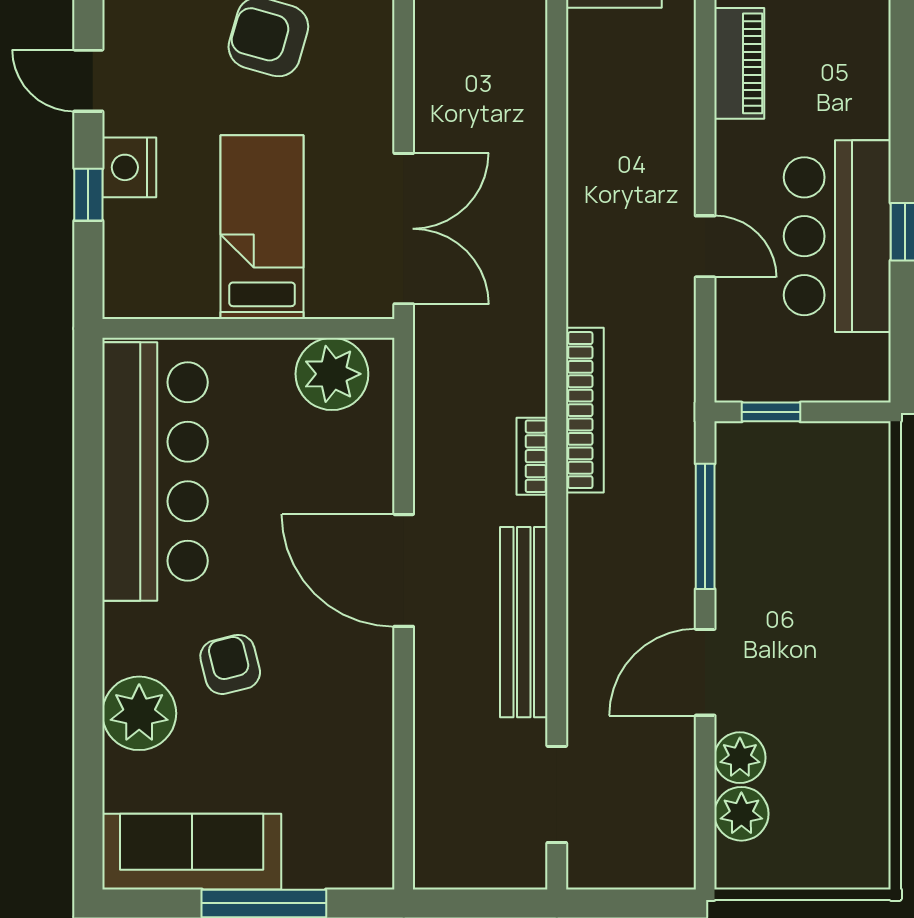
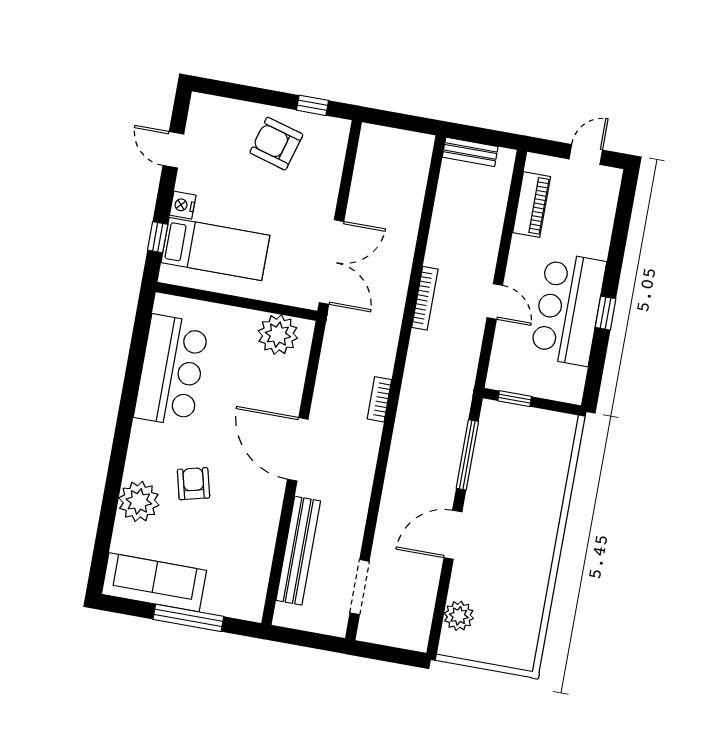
nightstand: (129, 167) -> (183, 205), width x0.74, depth x0.75
window: (88, 195) -> (158, 237), moved
bed: (262, 227) -> (215, 249), moved, turned 90
bookcase: (585, 410) -> (425, 298), moved, width x0.68, depth x0.76
bar counter: (155, 471) -> (171, 371), width x0.73
bench: (524, 622) -> (298, 551), moved
plant: (740, 758) -> (464, 585), removed

